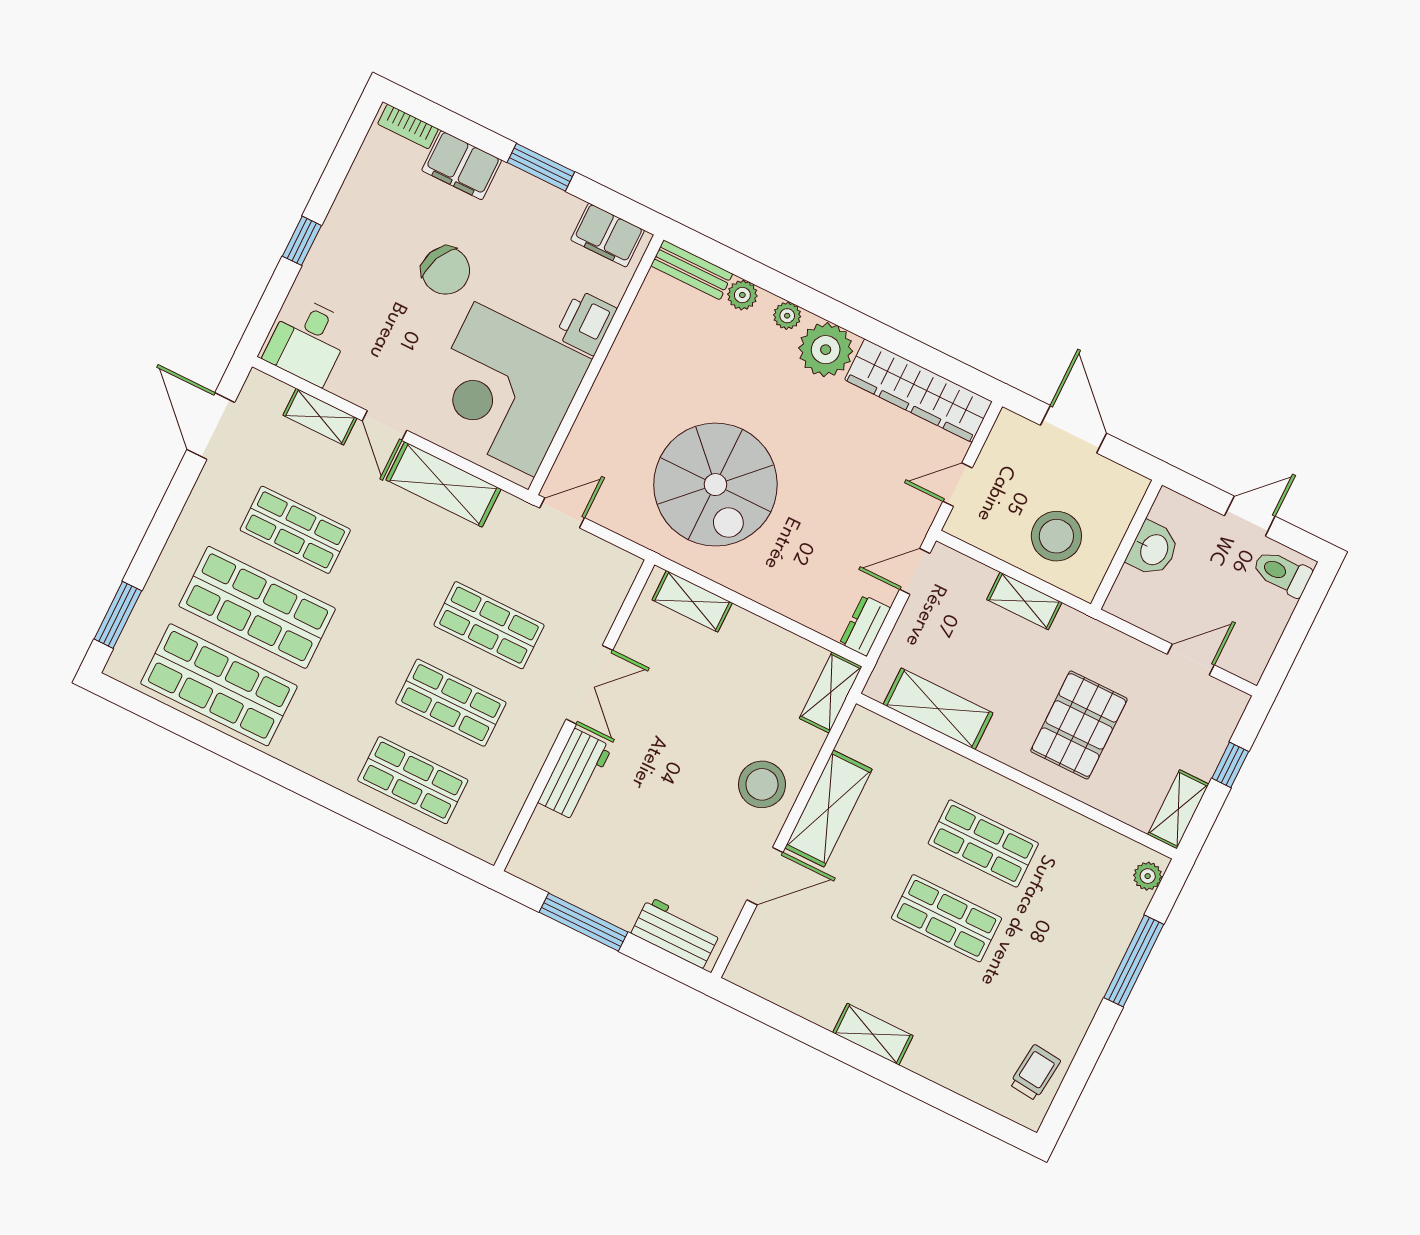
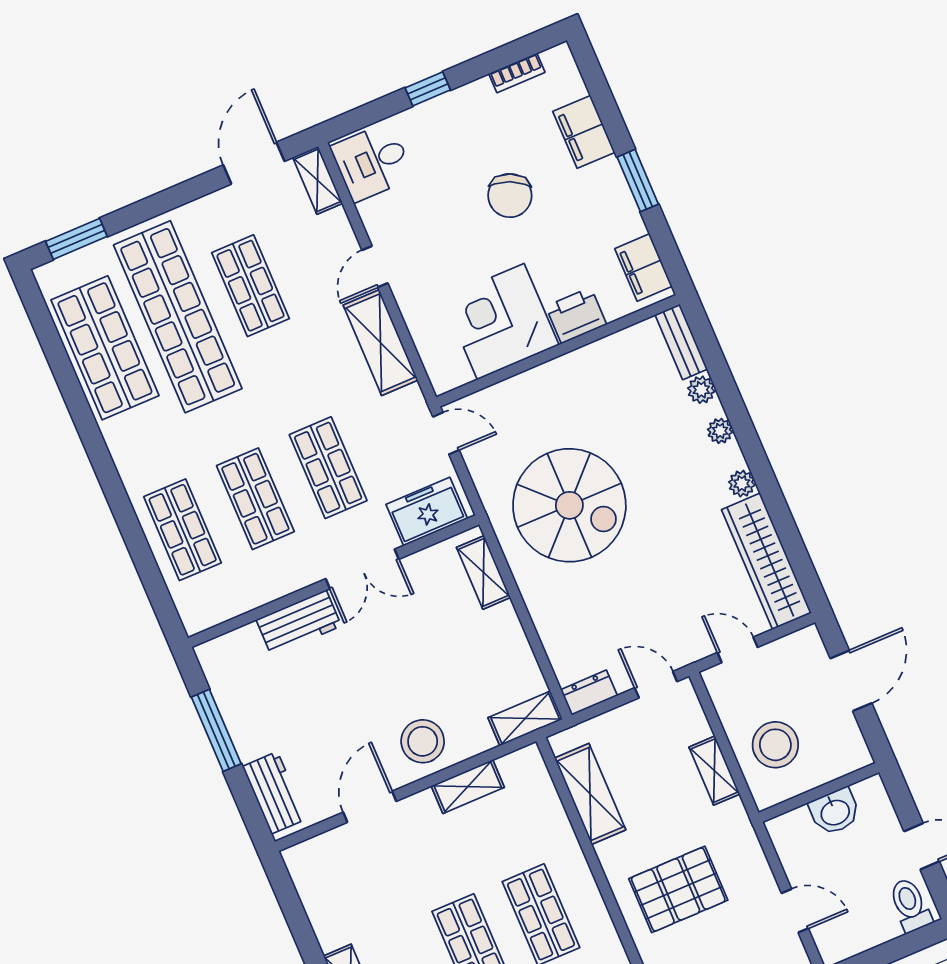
bookcase: (408, 126) -> (517, 73), moved, turned -90
plant: (826, 350) -> (742, 484), width x0.53, depth x0.53
corner desk: (504, 389) -> (501, 322), width x0.74, depth x0.74
shelving: (320, 417) -> (318, 180), moved
spiral stairs: (715, 485) -> (569, 505), turned -90
freezer: (602, 591) -> (427, 512), added
shop shelf: (257, 607) -> (178, 317), width x1.40
shelving: (829, 809) -> (468, 787), width x0.67, depth x0.75
door: (765, 876) -> (370, 807), swing flipped

